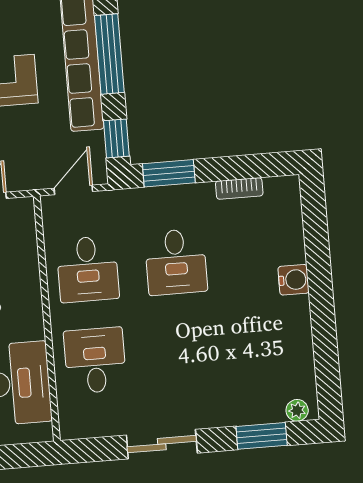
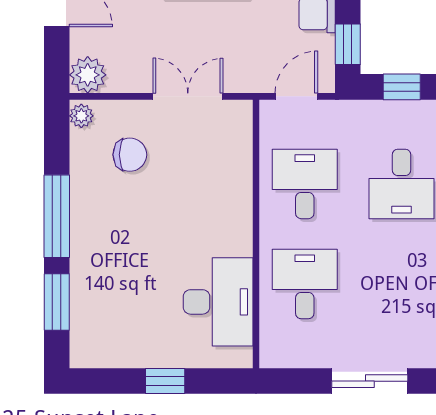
window: (169, 173) -> (402, 87), width x0.67
desk: (88, 269) -> (305, 184), turned 180

